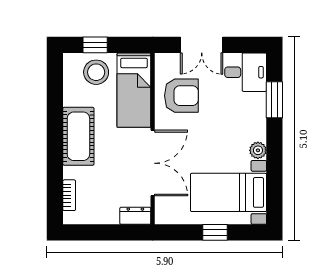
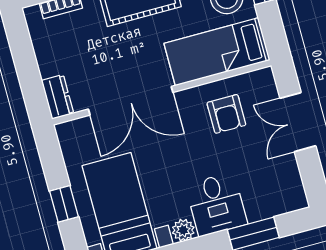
desk: (246, 72) -> (216, 204), moved
armchair: (181, 96) -> (226, 114), width x0.72, depth x0.72

